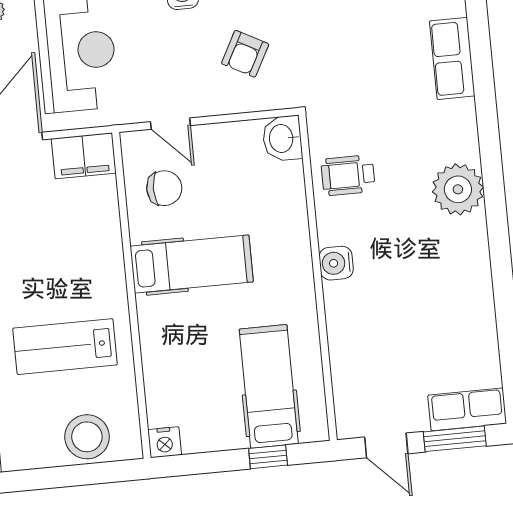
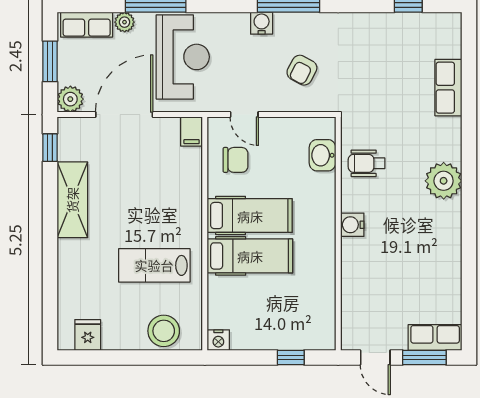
washbasin: (282, 138) -> (322, 155), moved
filing cabinet: (84, 156) -> (192, 132), width x0.50
hospital bed: (269, 386) -> (250, 256), moved, turned 90

